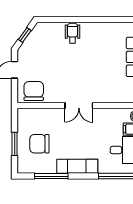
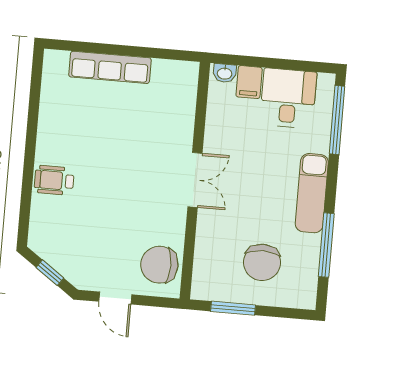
window: (15, 144) -> (233, 308), moved

